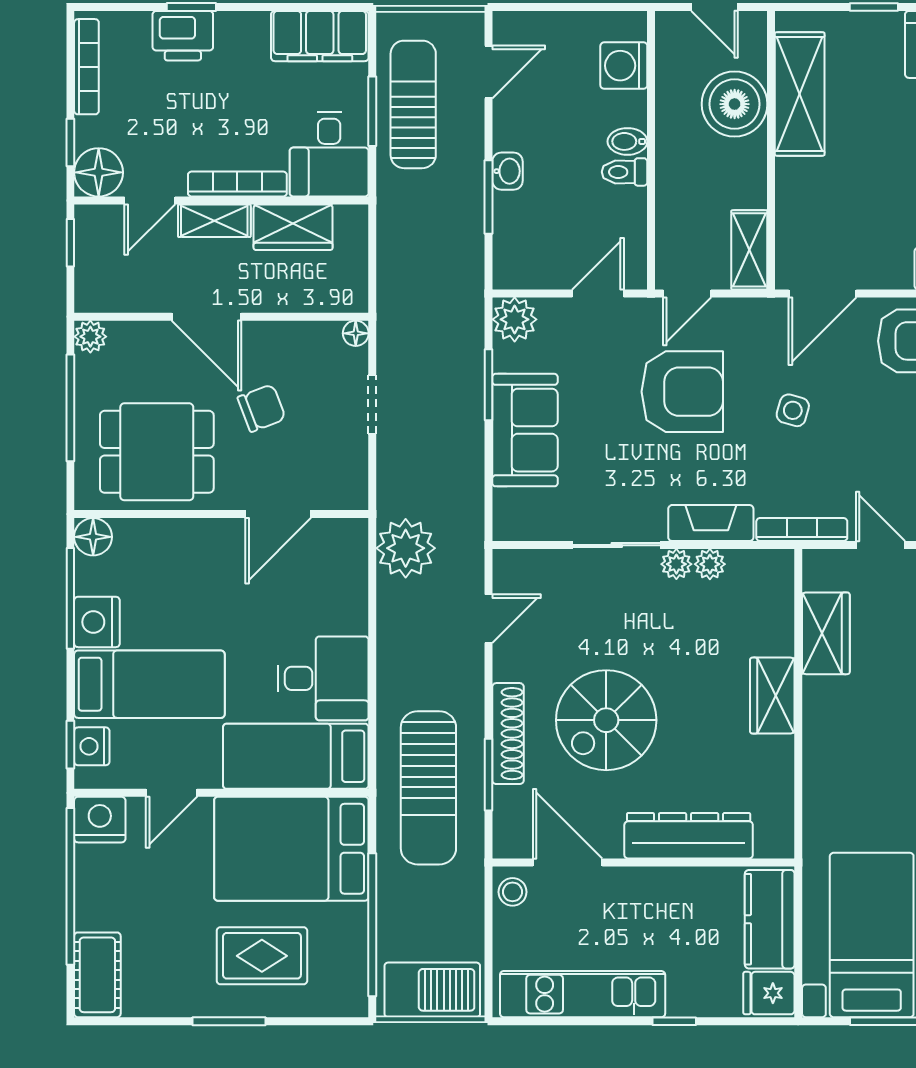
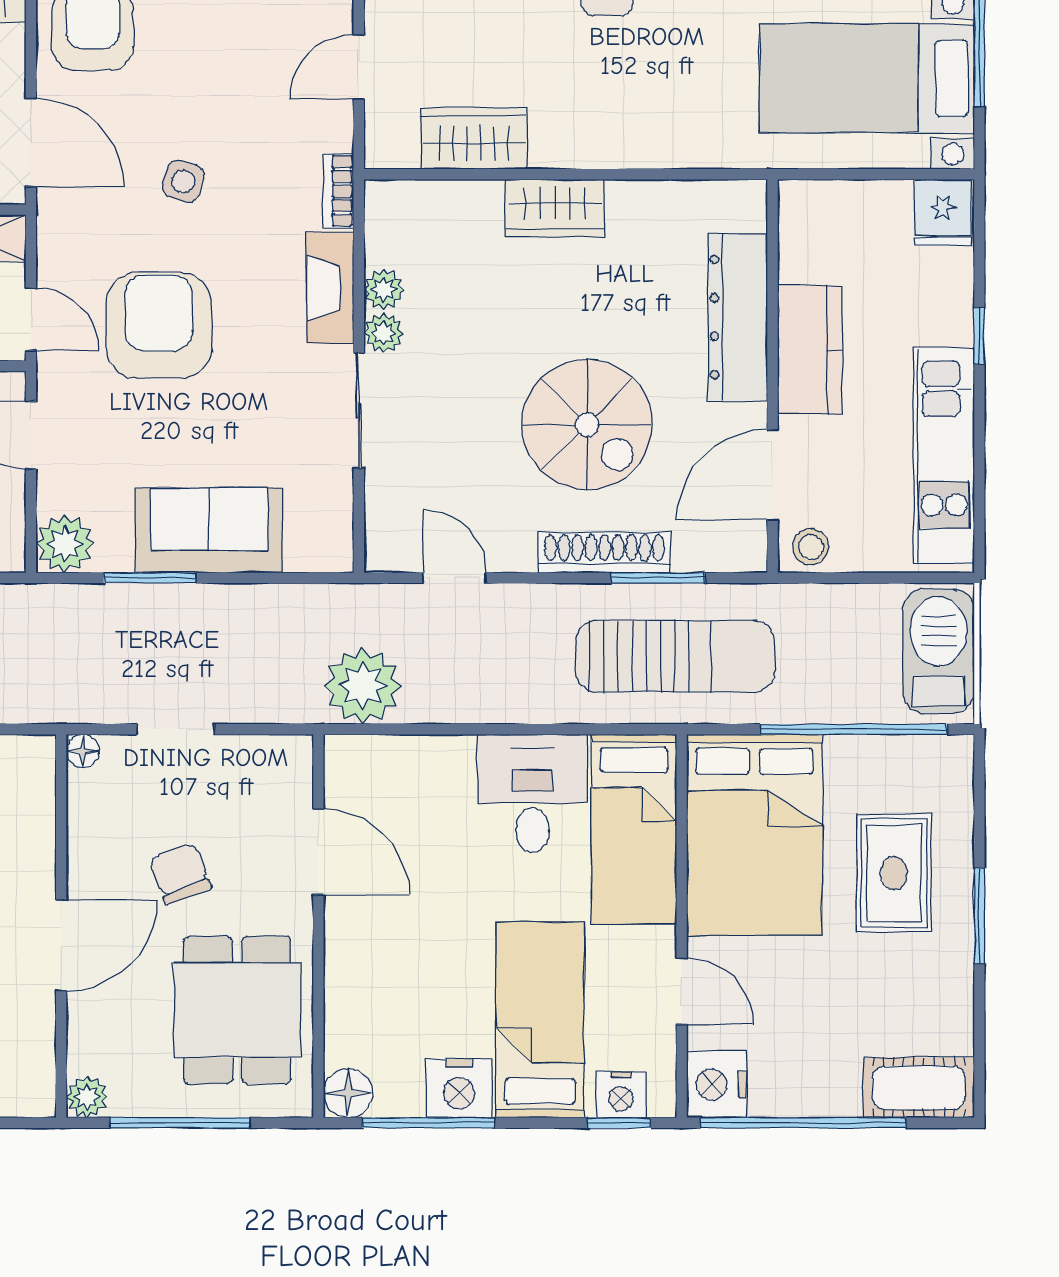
bookcase: (802, 530) -> (339, 191), width x0.64
kitchen counter: (770, 919) -> (810, 350), moved, turned -90

